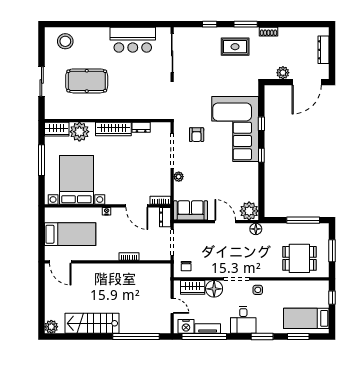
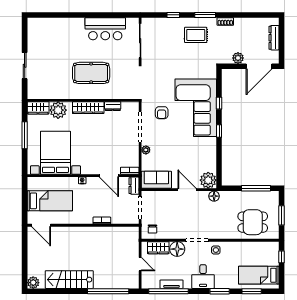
stool: (65, 41) -> (46, 30), removed
pool table: (87, 81) -> (91, 73), moved
nightstand: (186, 326) -> (152, 282), removed

